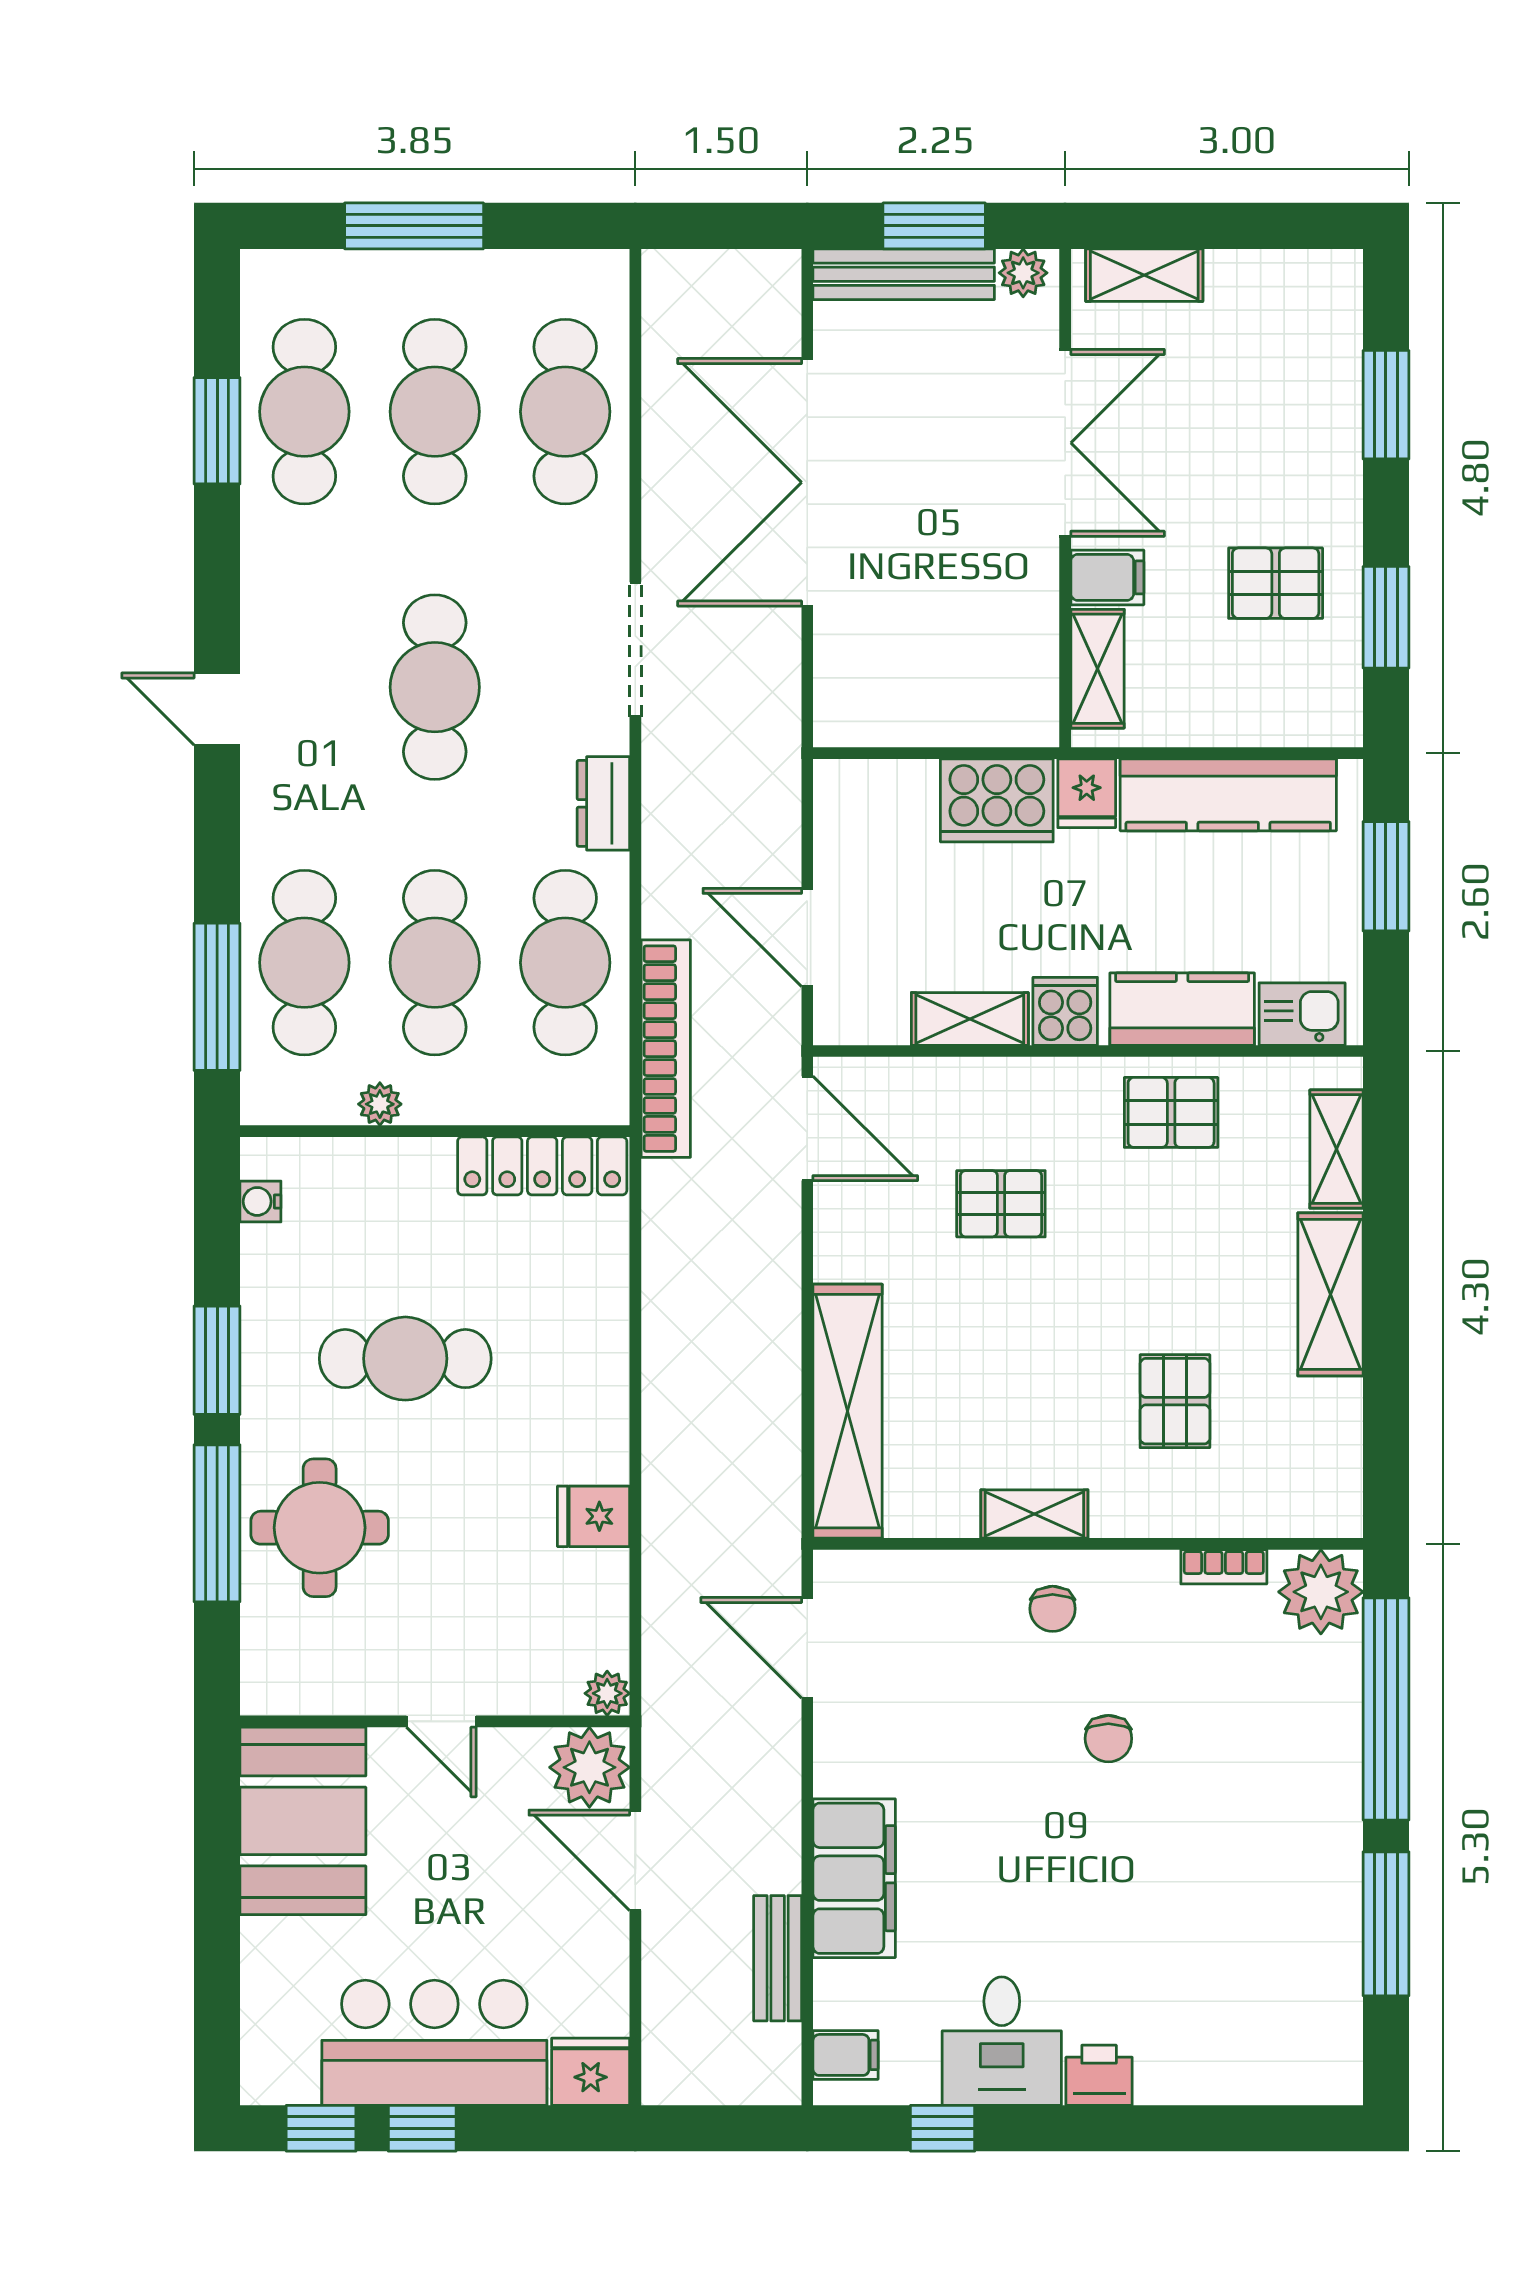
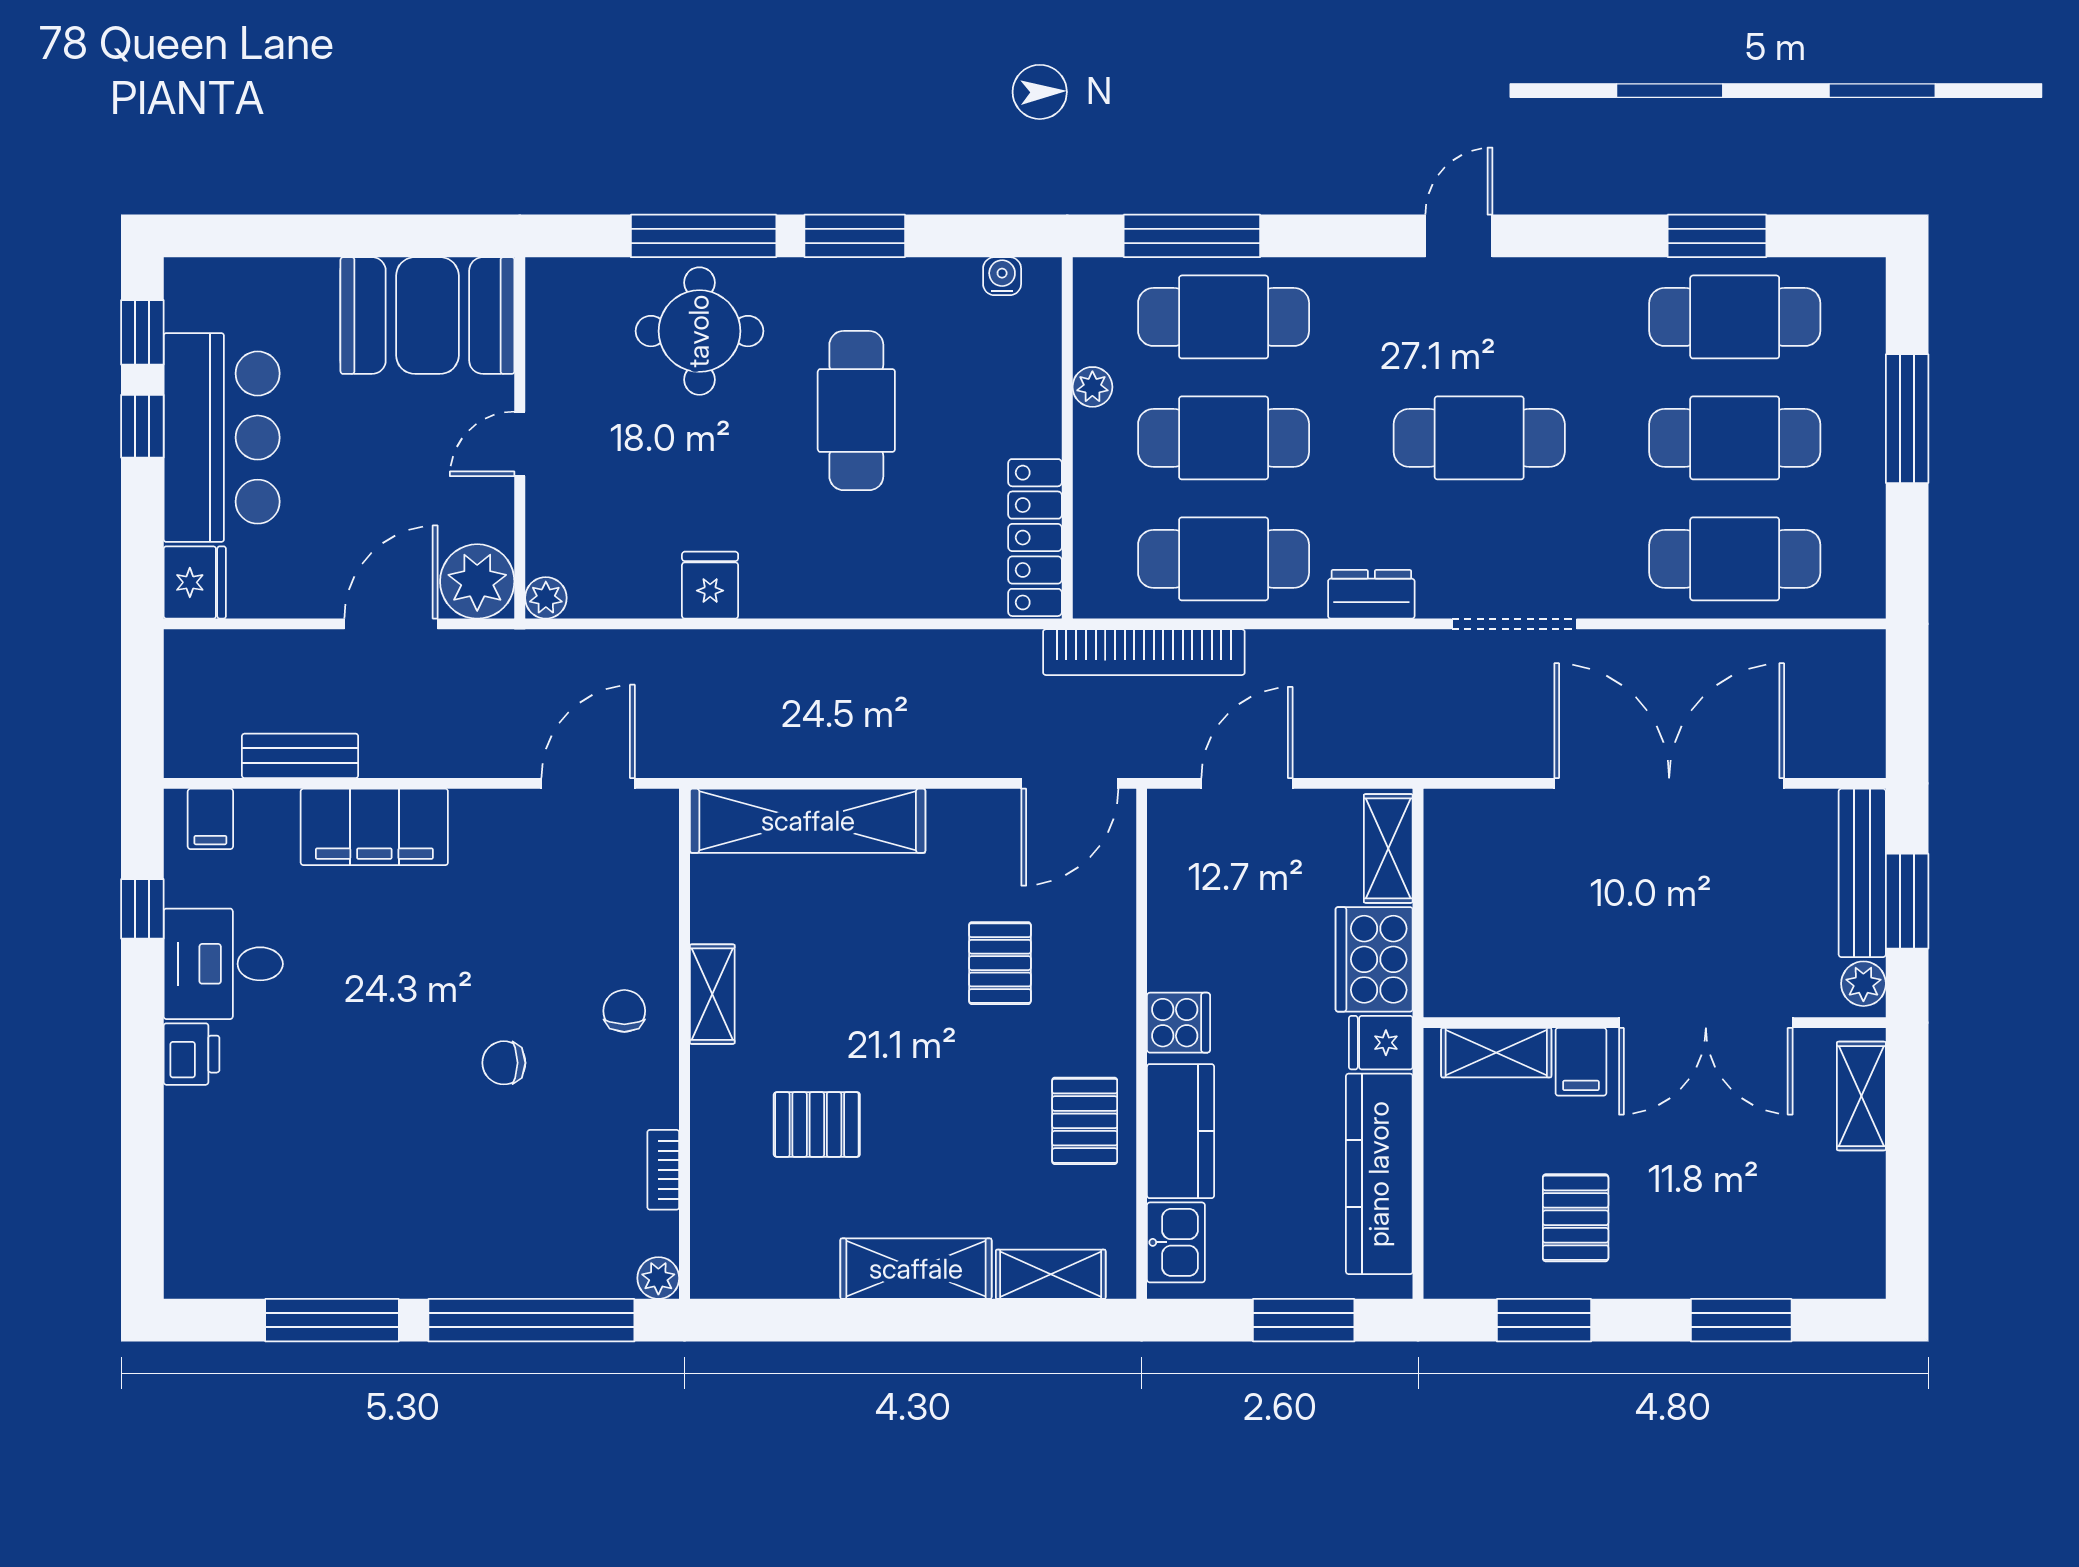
shelving: (970, 1019) -> (1388, 848), moved
plant: (1321, 1592) -> (658, 1278), width x0.53, depth x0.53
chair: (1053, 1609) -> (624, 1011), turned 90

